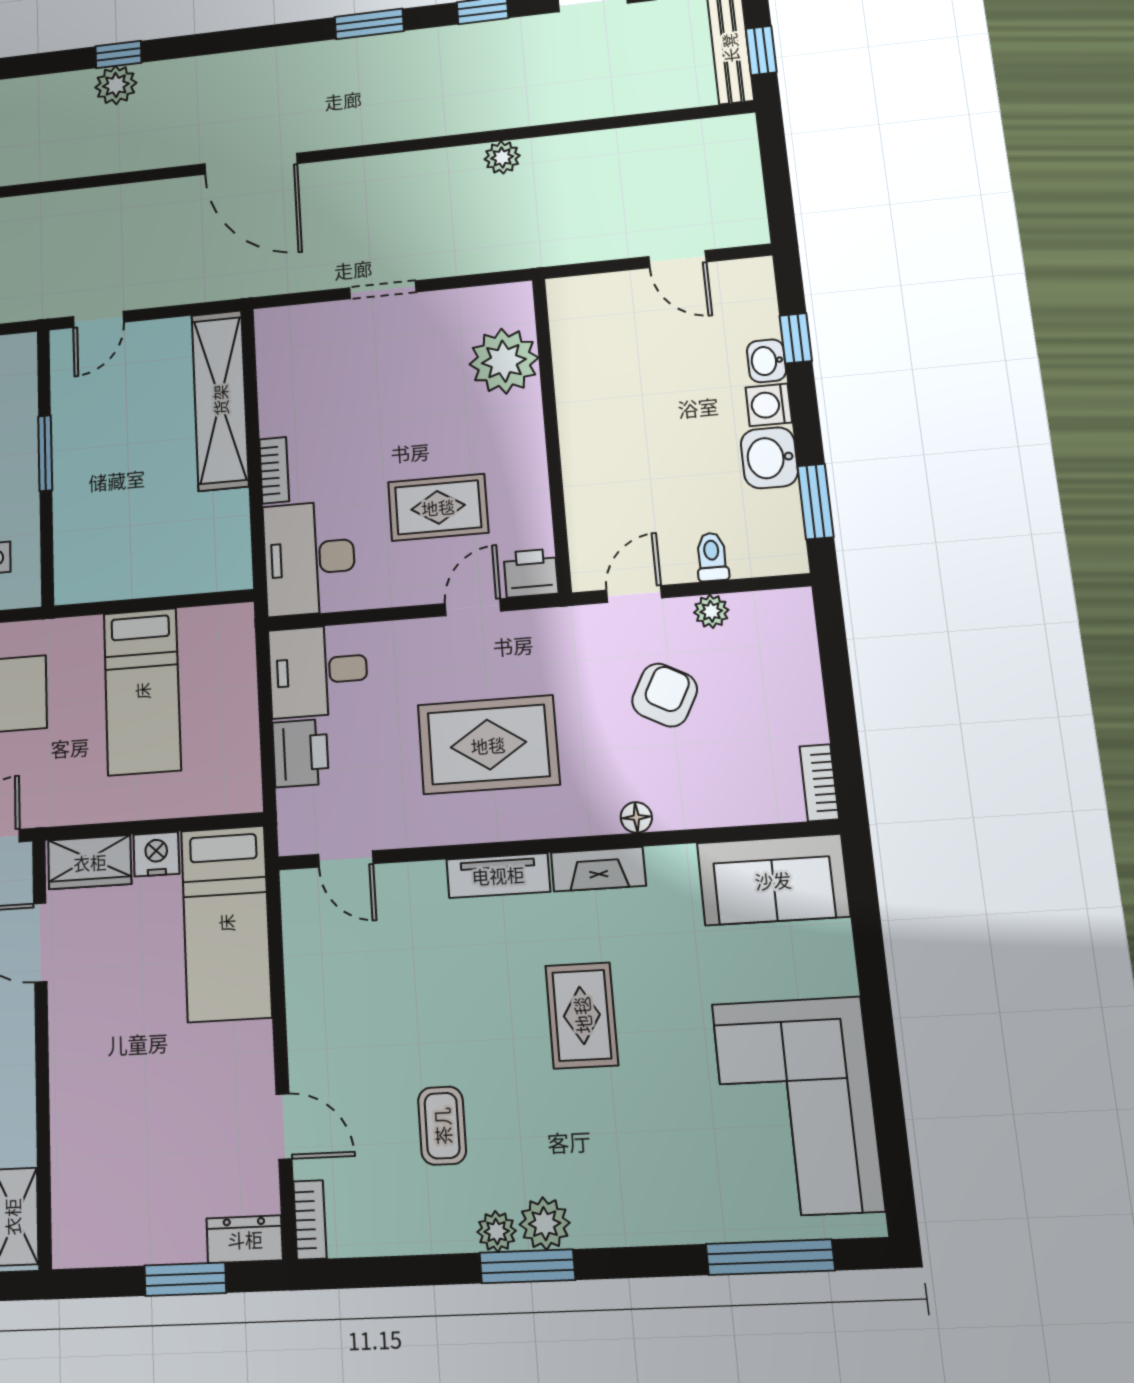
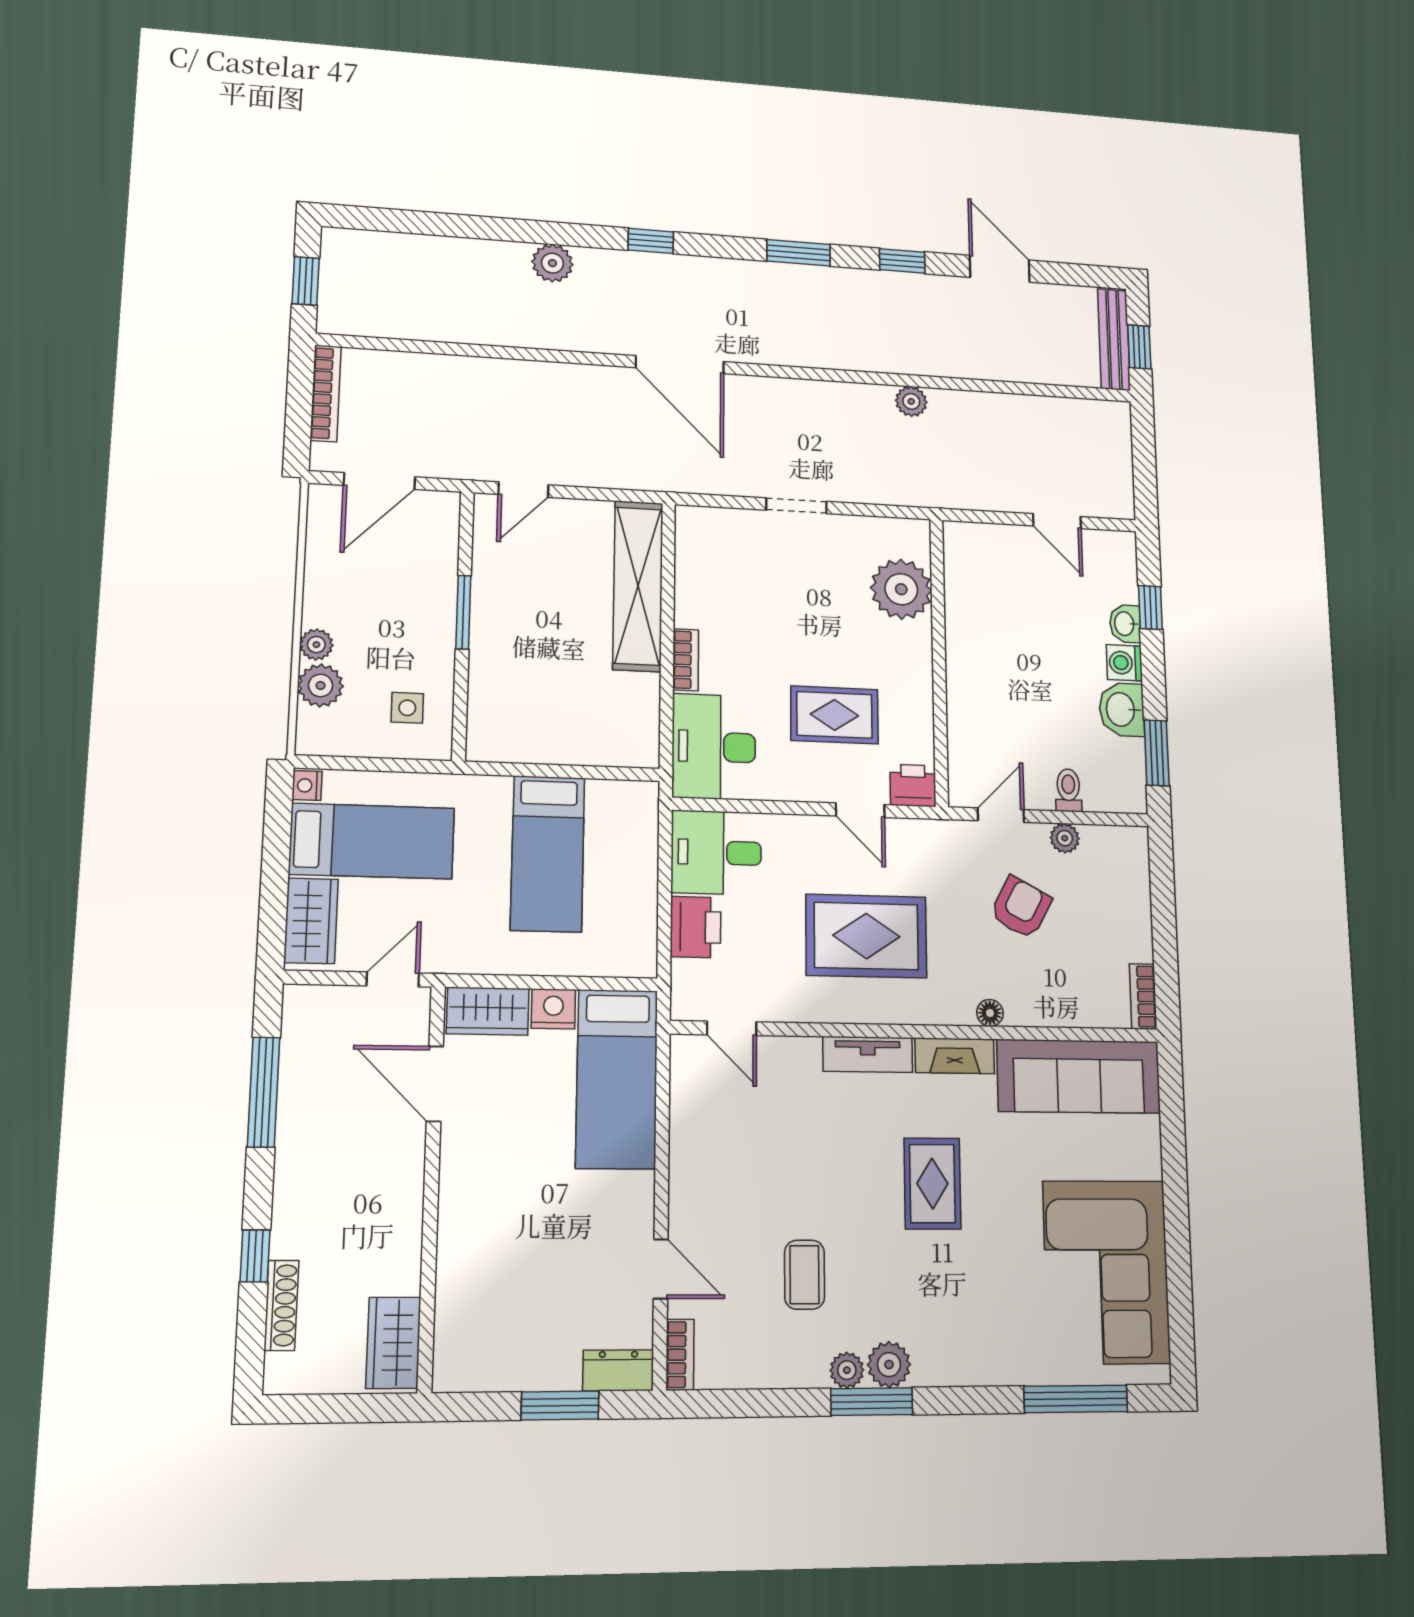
window: (118, 54) -> (651, 241), moved
door: (473, 607) -> (860, 810), swing flipped
sofa: (773, 880) -> (1079, 1076), width x1.36

